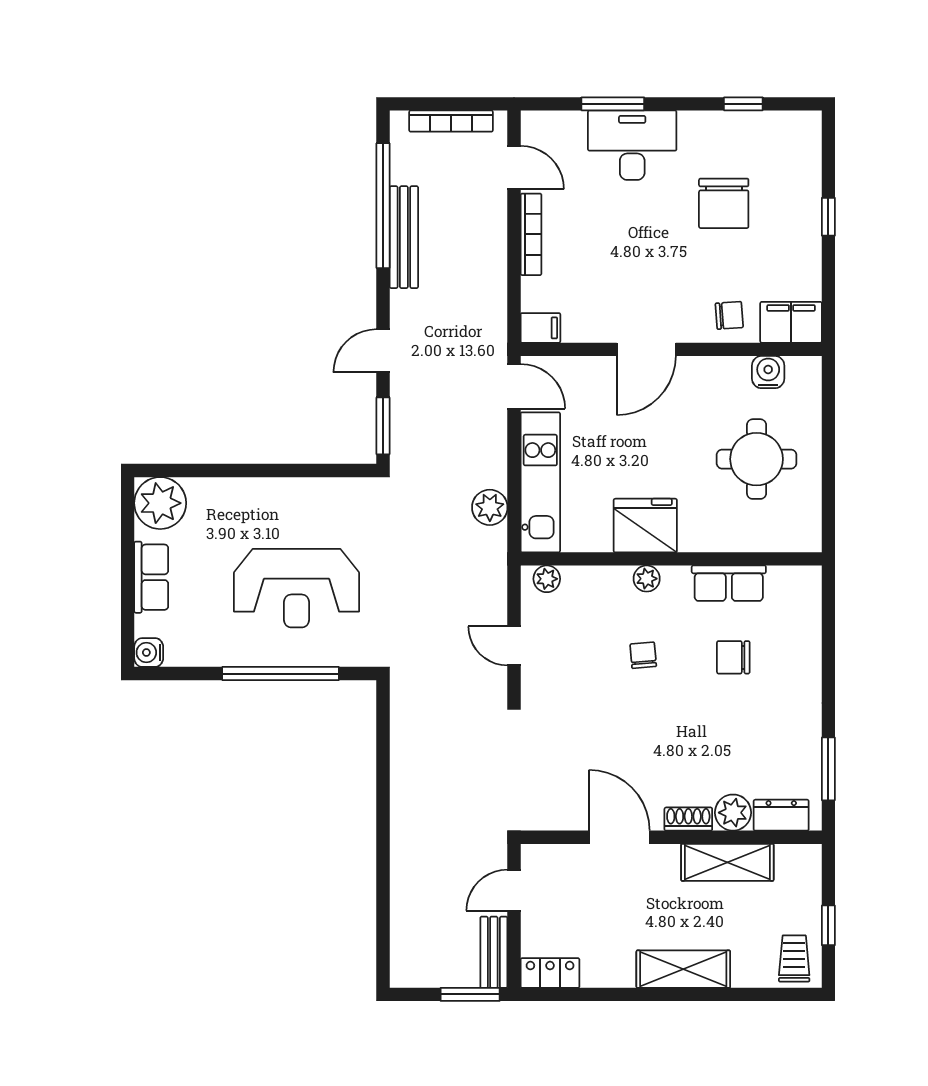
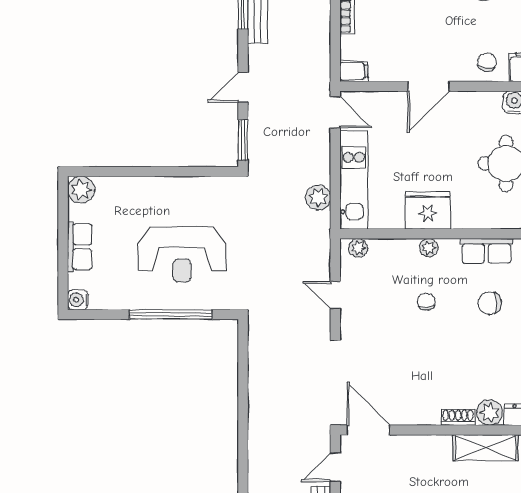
chair: (729, 315) -> (487, 62), turned -76
plant: (160, 503) -> (81, 190), width x0.73, depth x0.73
door: (619, 837) -> (368, 430), moved

